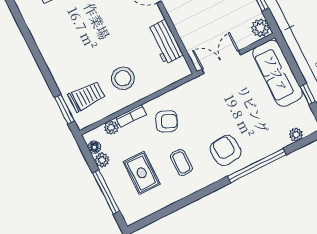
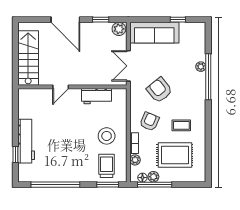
window: (33, 46) -> (55, 185), added
plant: (296, 135) -> (201, 67), moved
armchair: (226, 150) -> (159, 90), moved, turned 56
rug: (142, 173) -> (175, 155), width x1.36, depth x1.43
window: (106, 192) -> (155, 185), moved

